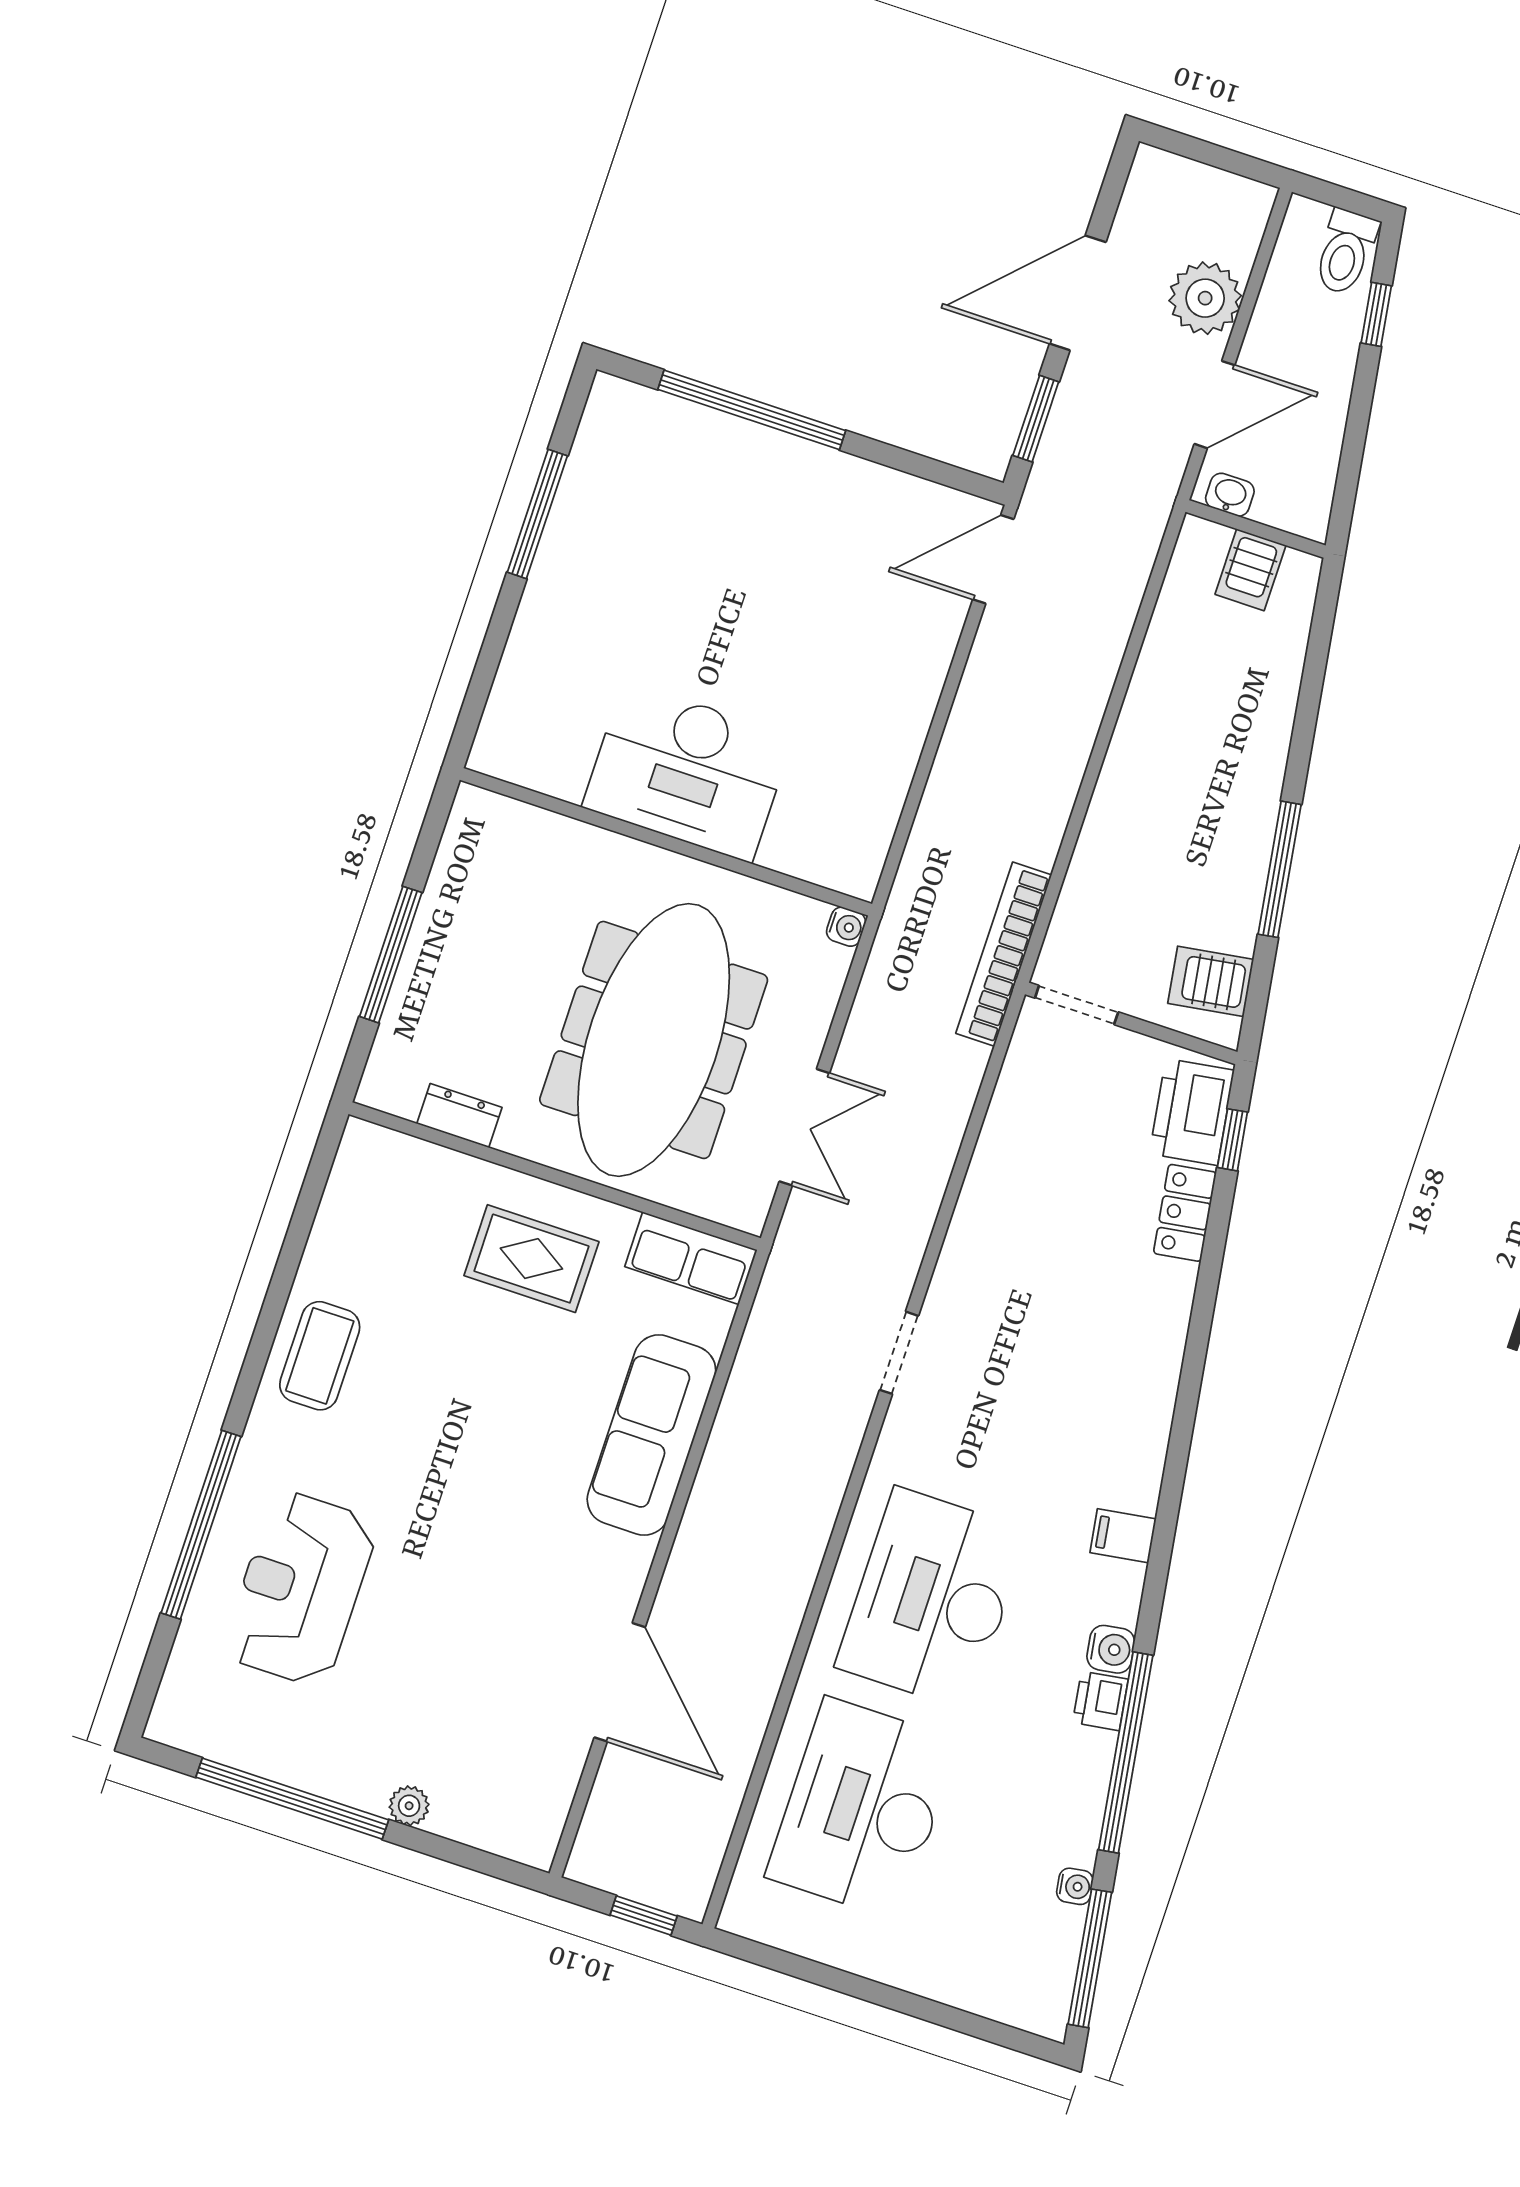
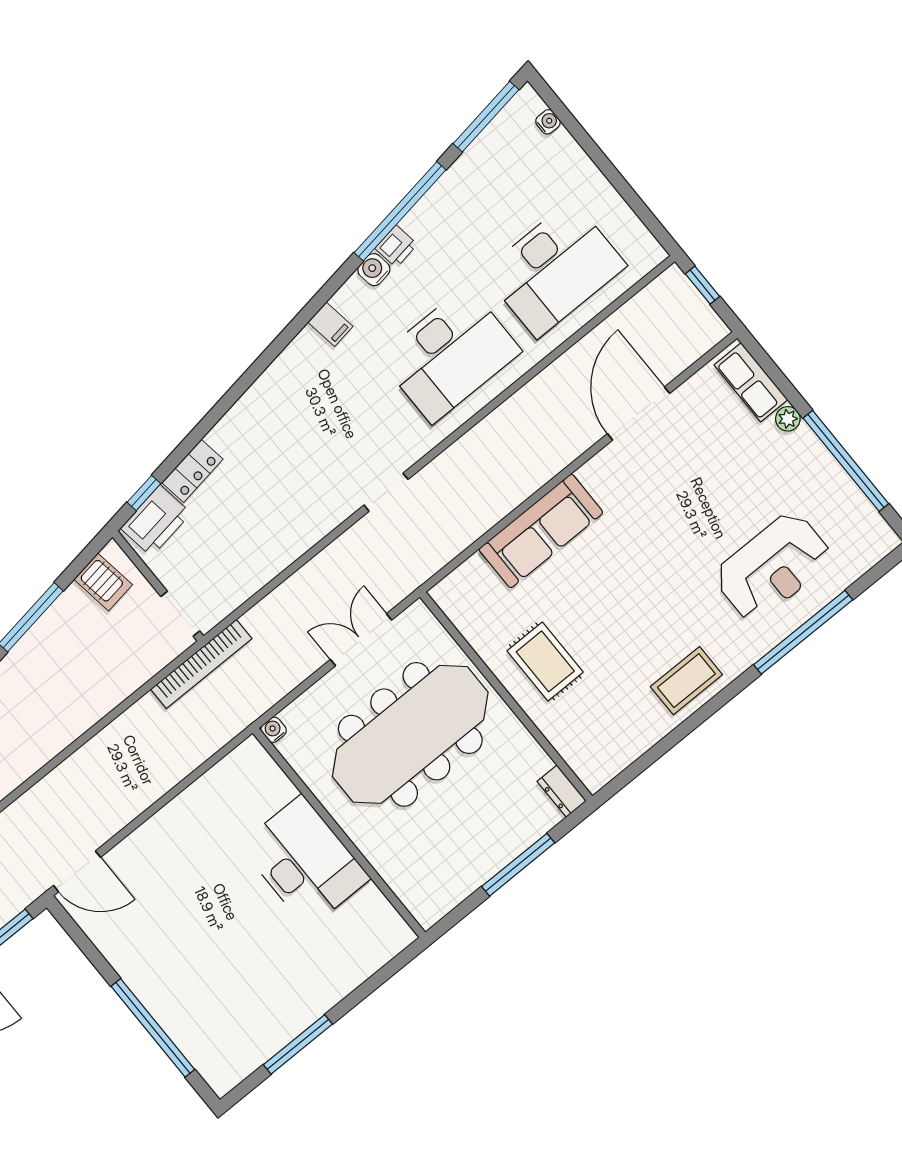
dresser: (459, 1116) -> (562, 791), moved
row of seats: (691, 1258) -> (751, 382), moved, turned 180
water cooler: (1075, 1886) -> (548, 122), moved, turned 99

